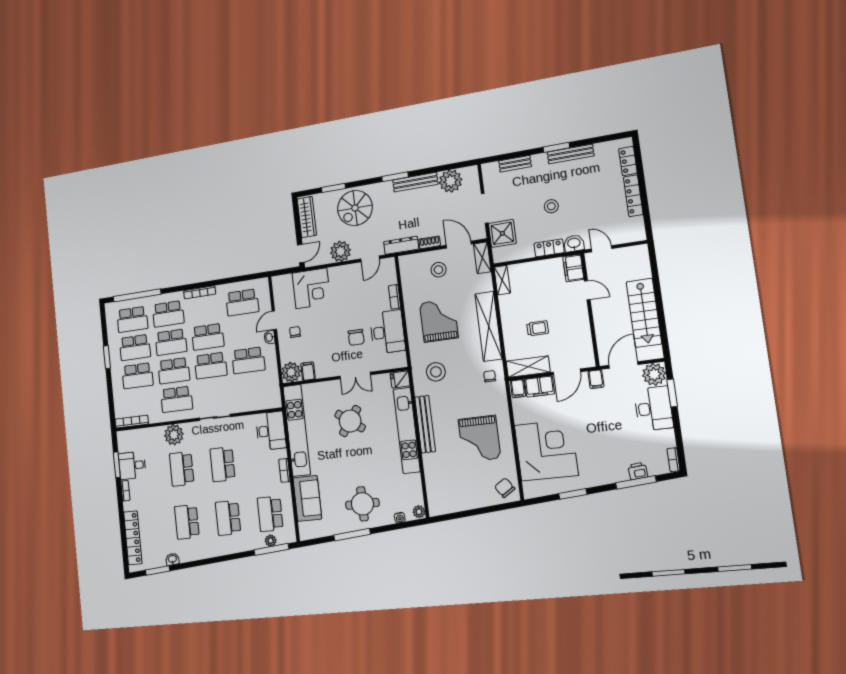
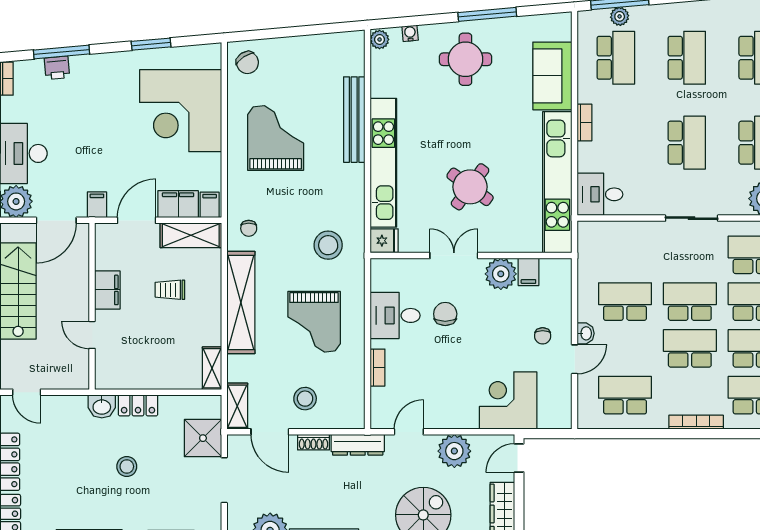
door: (602, 249) -> (27, 392), moved
filing cabinet: (573, 268) -> (107, 290), moved
desk: (387, 332) -> (395, 315), width x0.73
plant: (291, 372) -> (501, 274), moved
bench: (425, 424) -> (354, 120), moved
desk: (271, 431) -> (600, 194), width x0.73

